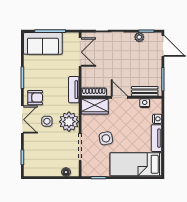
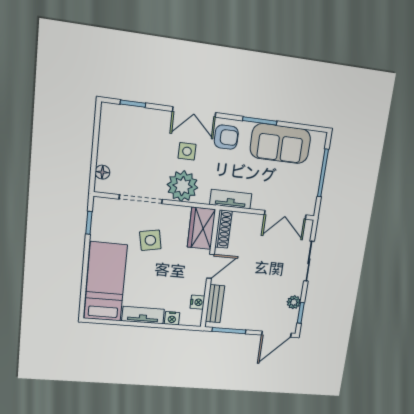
sofa: (43, 43) -> (280, 144), moved, turned -90
armchair: (35, 98) -> (226, 137), turned -90

